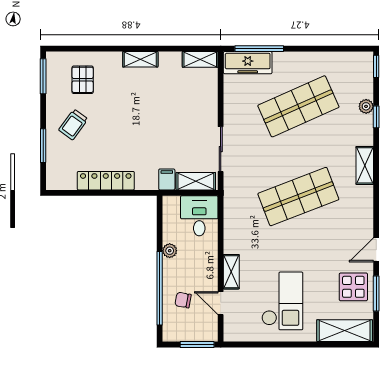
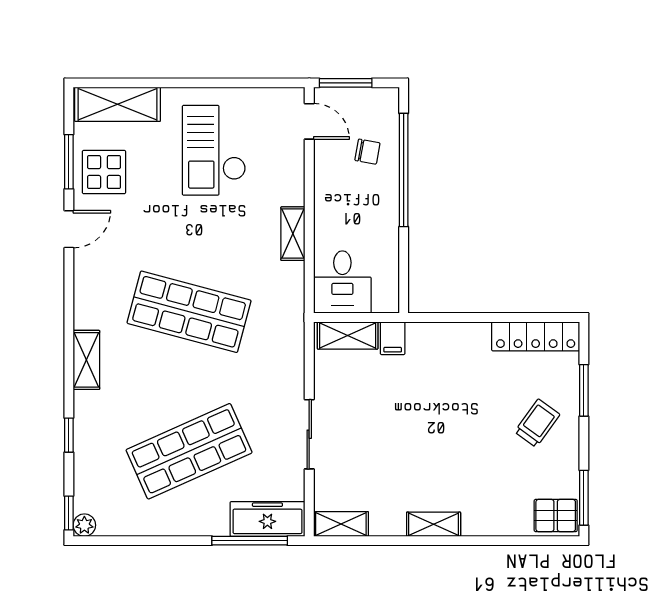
pallet: (83, 80) -> (556, 516), moved, turned 90
plant: (366, 106) -> (84, 525), moved
sliding door: (221, 149) -> (309, 434), moved
locker: (106, 181) -> (536, 336), moved
shop shelf: (298, 197) -> (189, 312), turned 36
plant: (170, 251) -> (388, 228), removed
shelving: (231, 272) -> (293, 234), moved
door: (221, 303) -> (309, 121), moved

